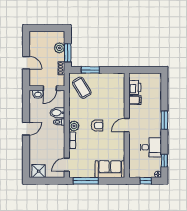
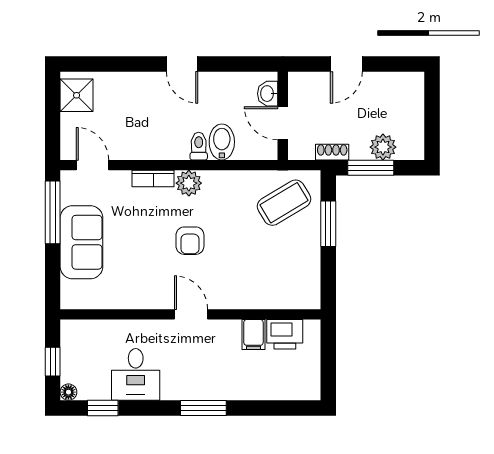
sofa: (110, 169) -> (81, 242), moved

